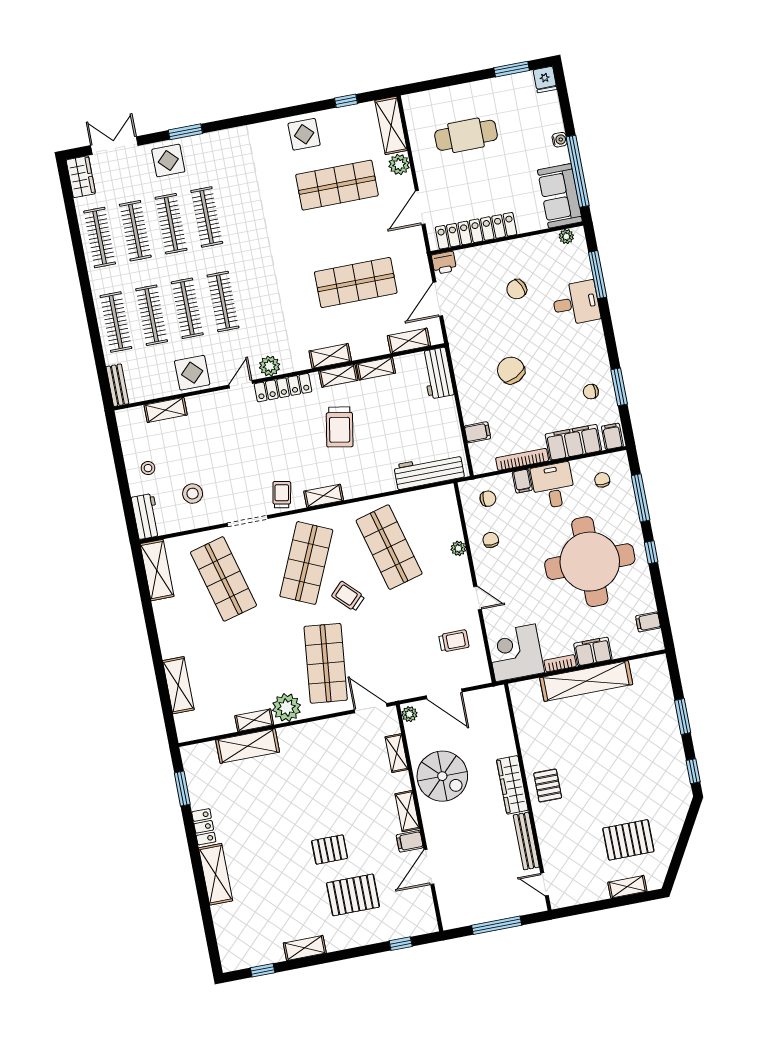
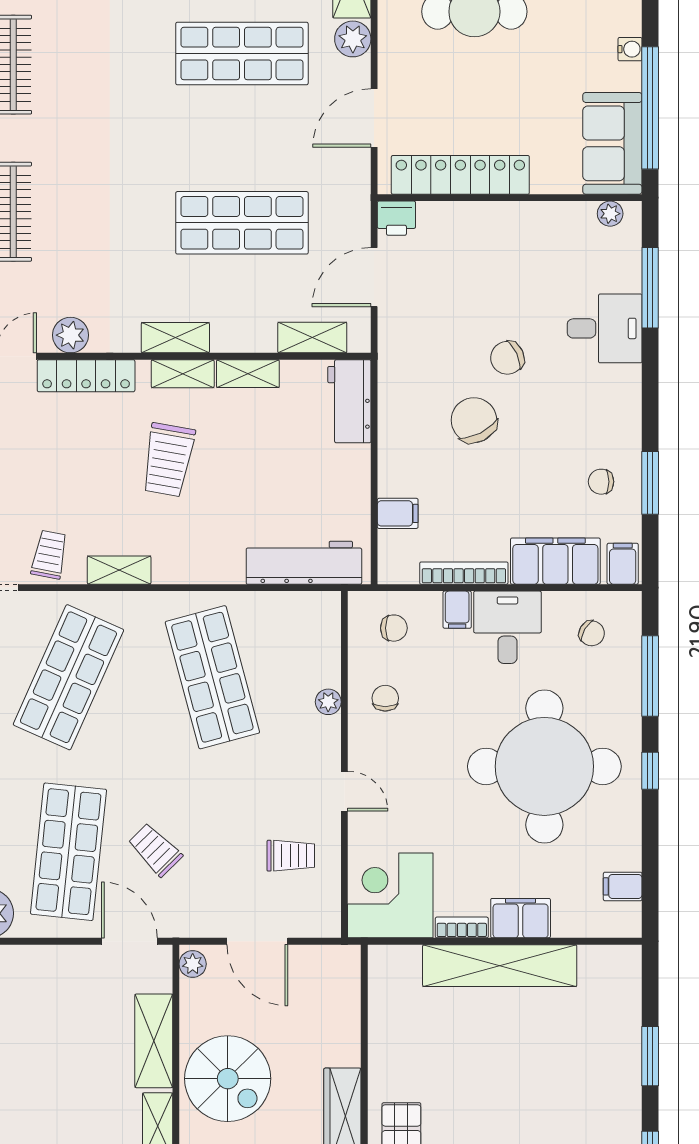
chair: (517, 289) -> (507, 358), moved
chair: (602, 480) -> (592, 633), turned 121
trolley: (348, 596) -> (155, 850), moved
shelving: (397, 753) -> (154, 1041), width x1.50, depth x1.33

